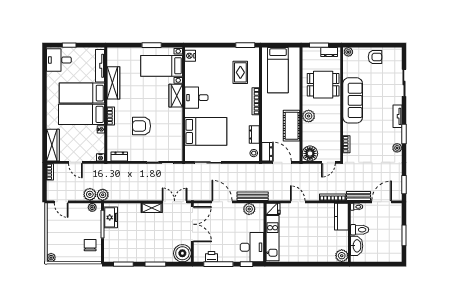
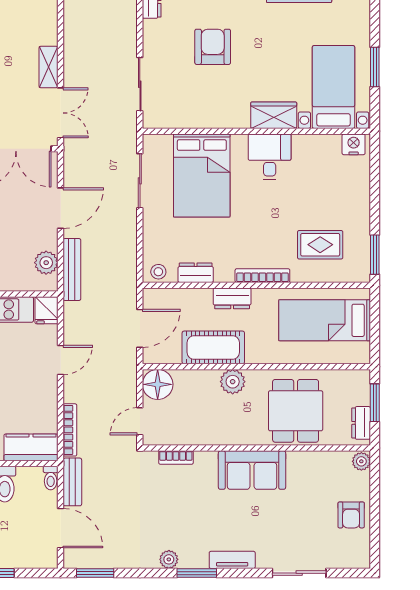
sofa: (353, 100) -> (252, 470), width x0.73
dresser: (267, 152) -> (232, 298), moved
door: (328, 162) -> (140, 421), hinge flipped

